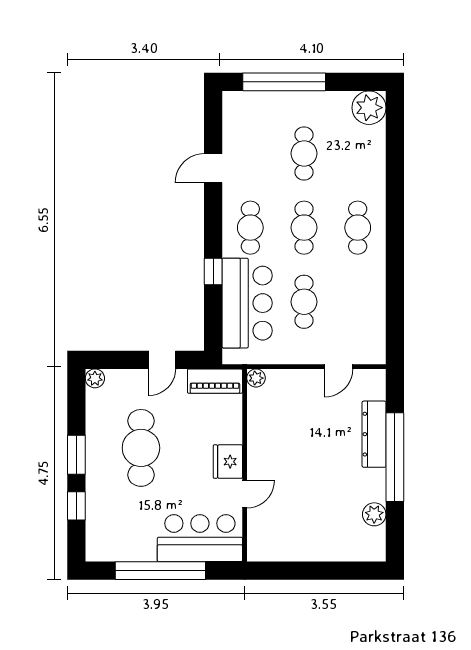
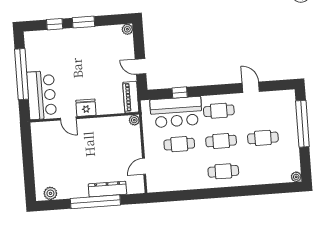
plant: (369, 108) -> (296, 177), width x0.53, depth x0.53
window: (213, 272) -> (180, 93), moved
door: (339, 367) -> (144, 166), hinge flipped
cafe table: (141, 448) -> (90, 58), removed
plant: (374, 514) -> (50, 193), moved

